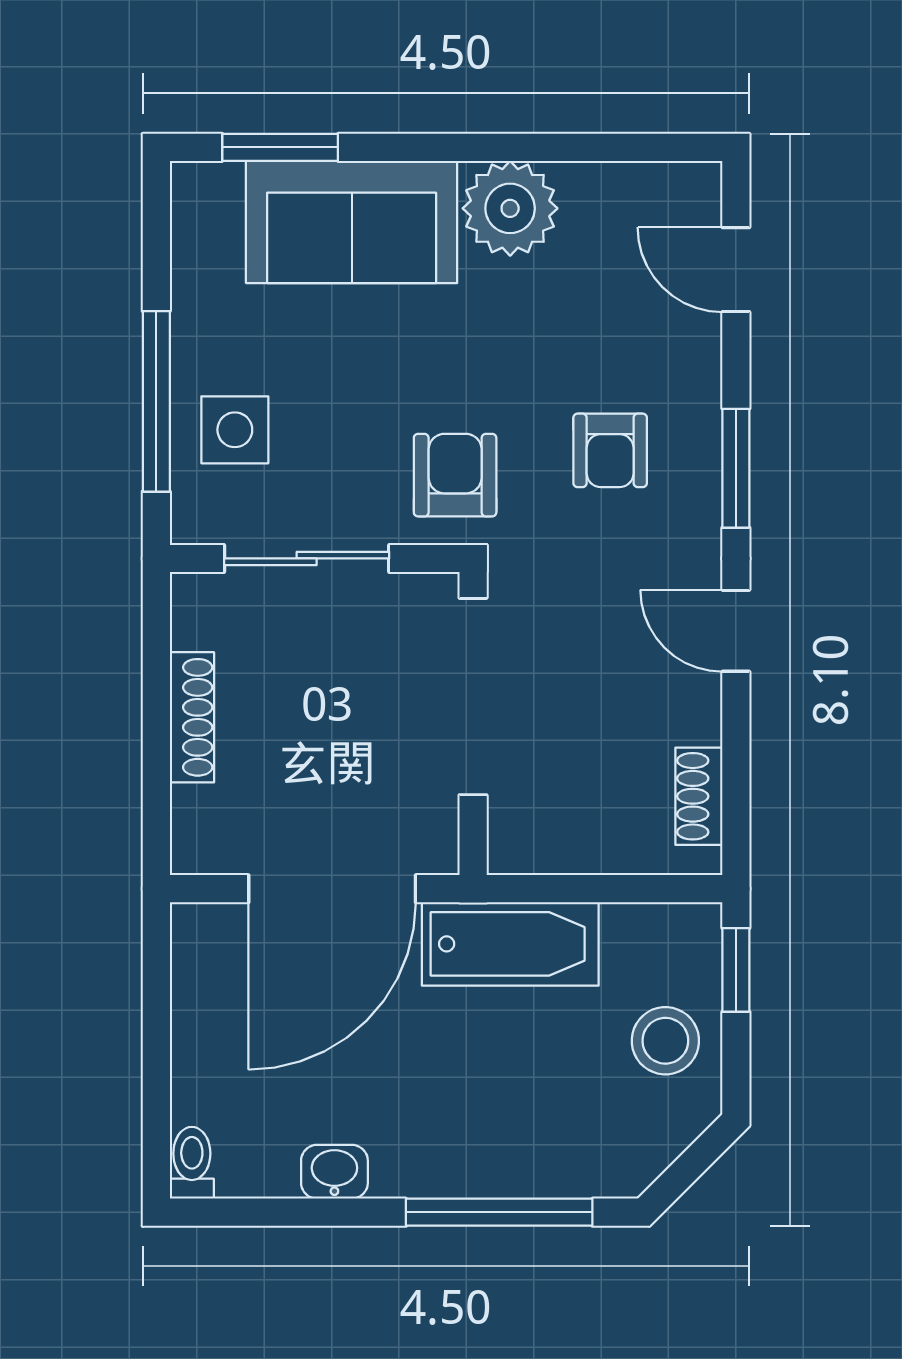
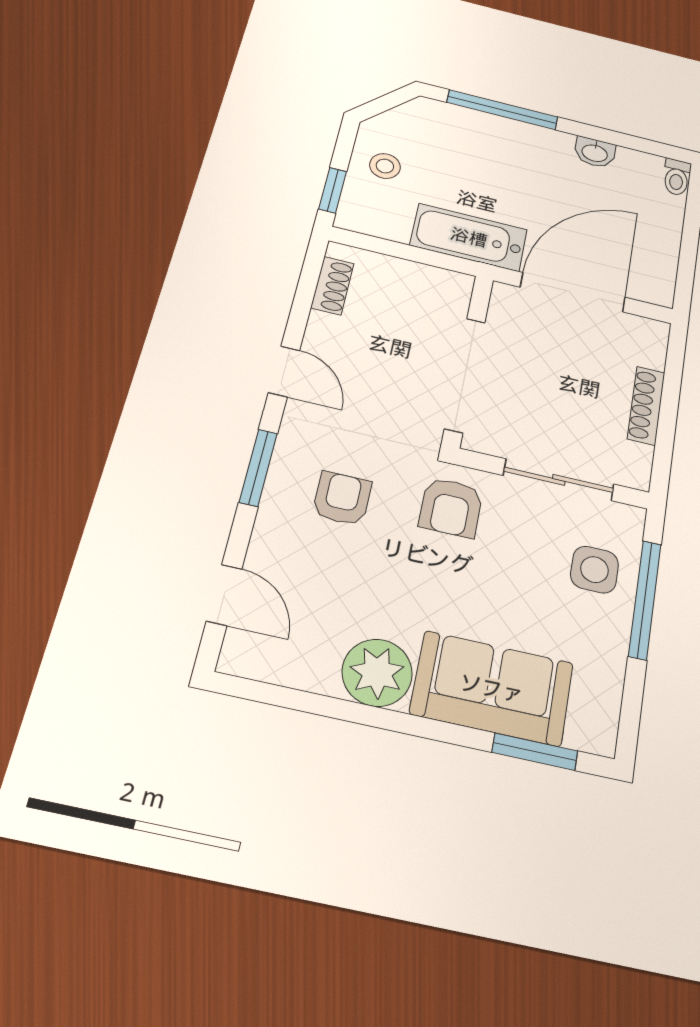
stool: (665, 1041) -> (385, 166), width x0.73, depth x0.73

